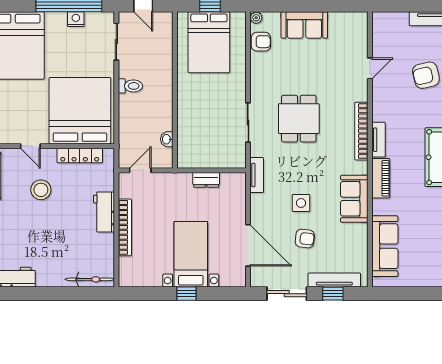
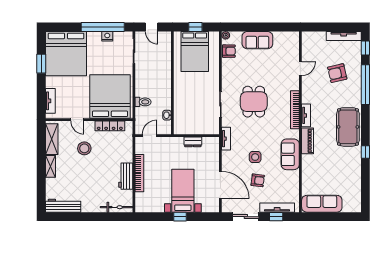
toilet: (130, 86) -> (143, 102), moved
workbench: (104, 212) -> (126, 176), moved
sofa: (385, 246) -> (322, 204), moved, turned -90

